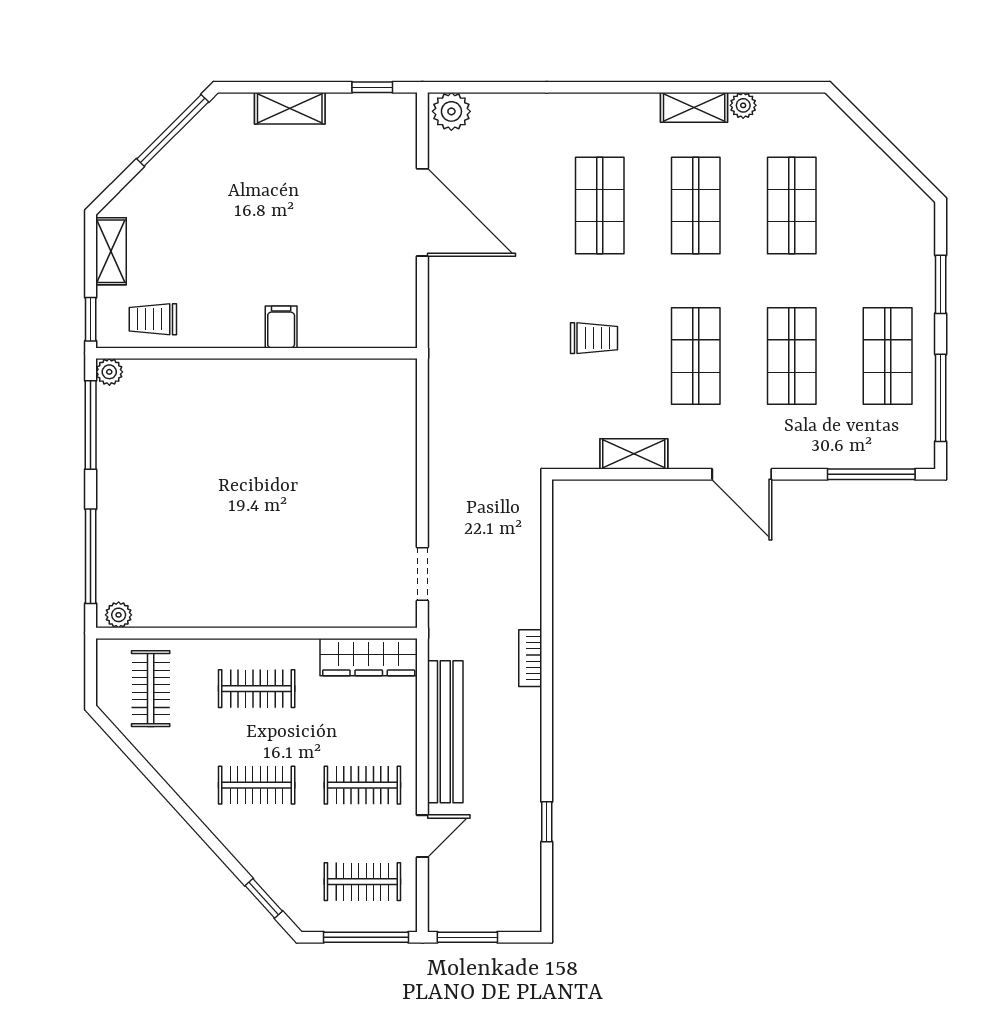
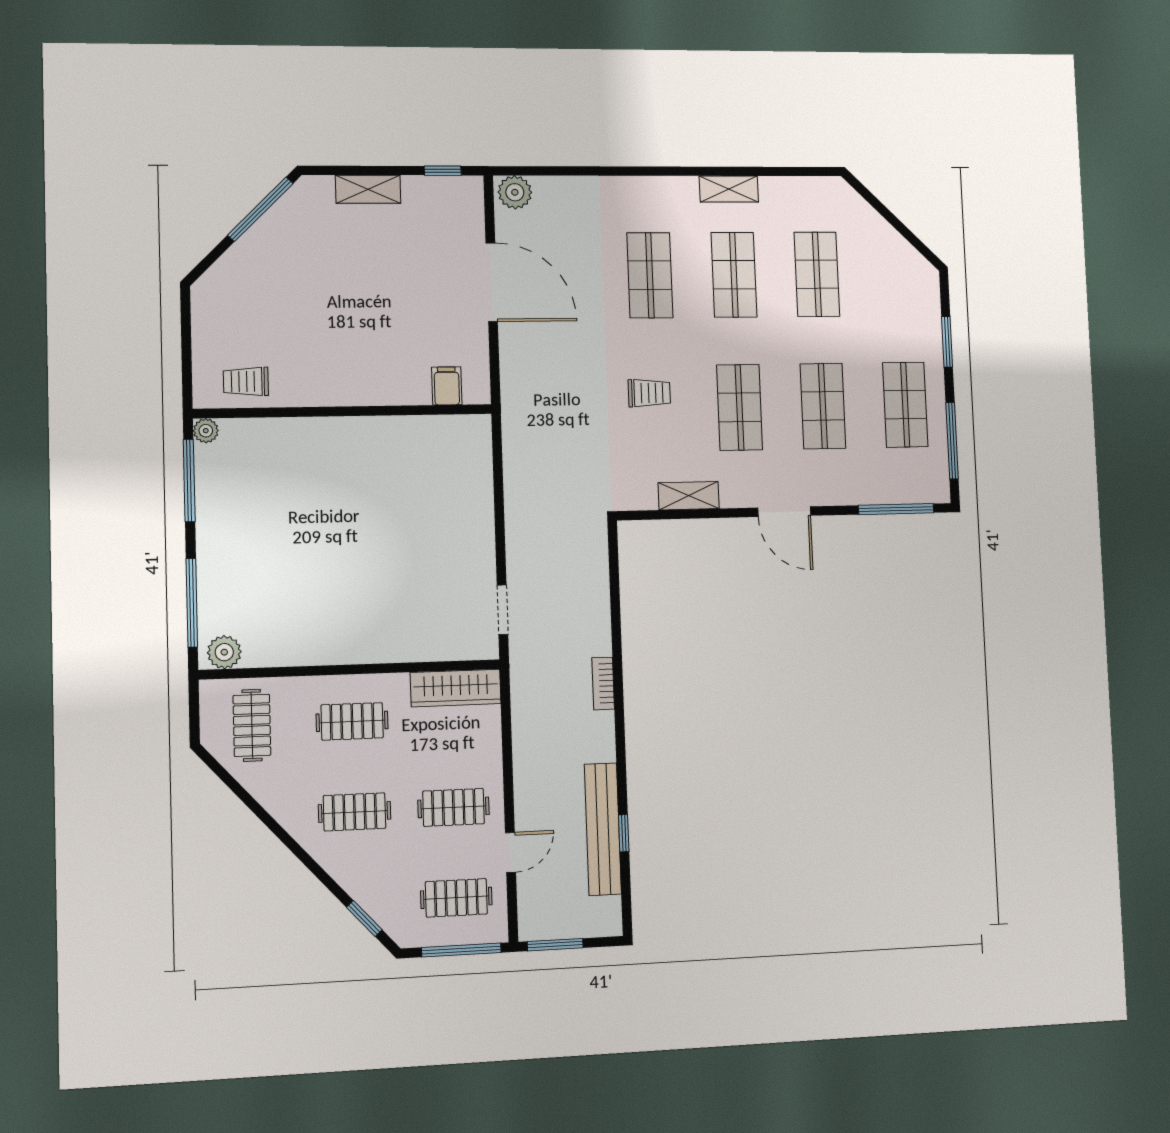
plant: (743, 105) -> (771, 187), removed
shelving: (111, 251) -> (205, 320), removed
window: (91, 319) -> (187, 382), removed
filing cabinet: (281, 327) -> (447, 386), moved
plant: (119, 615) -> (224, 652), width x1.38, depth x1.38
bench: (445, 732) -> (603, 829), moved

